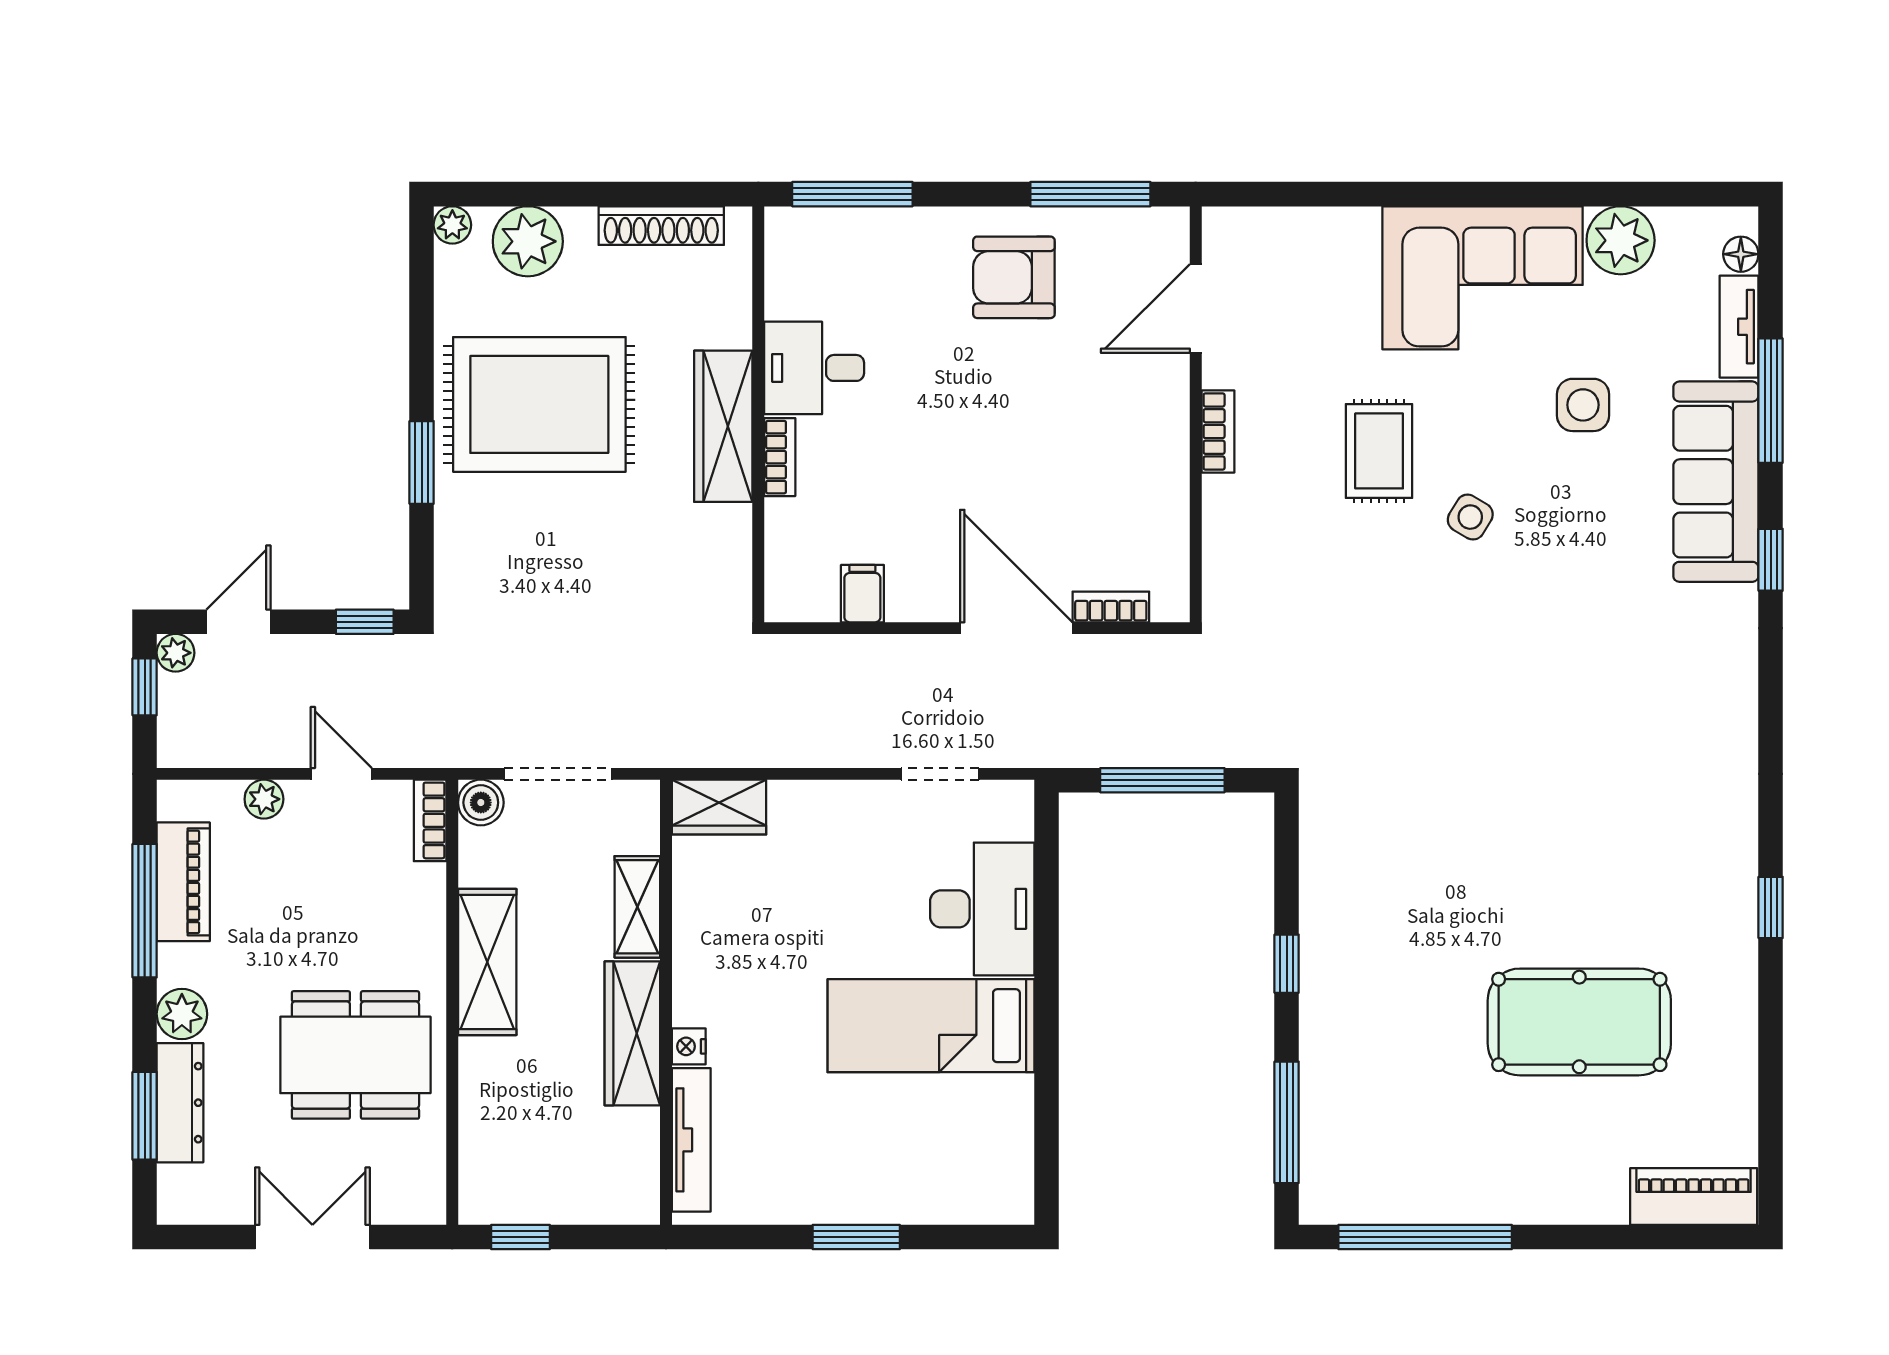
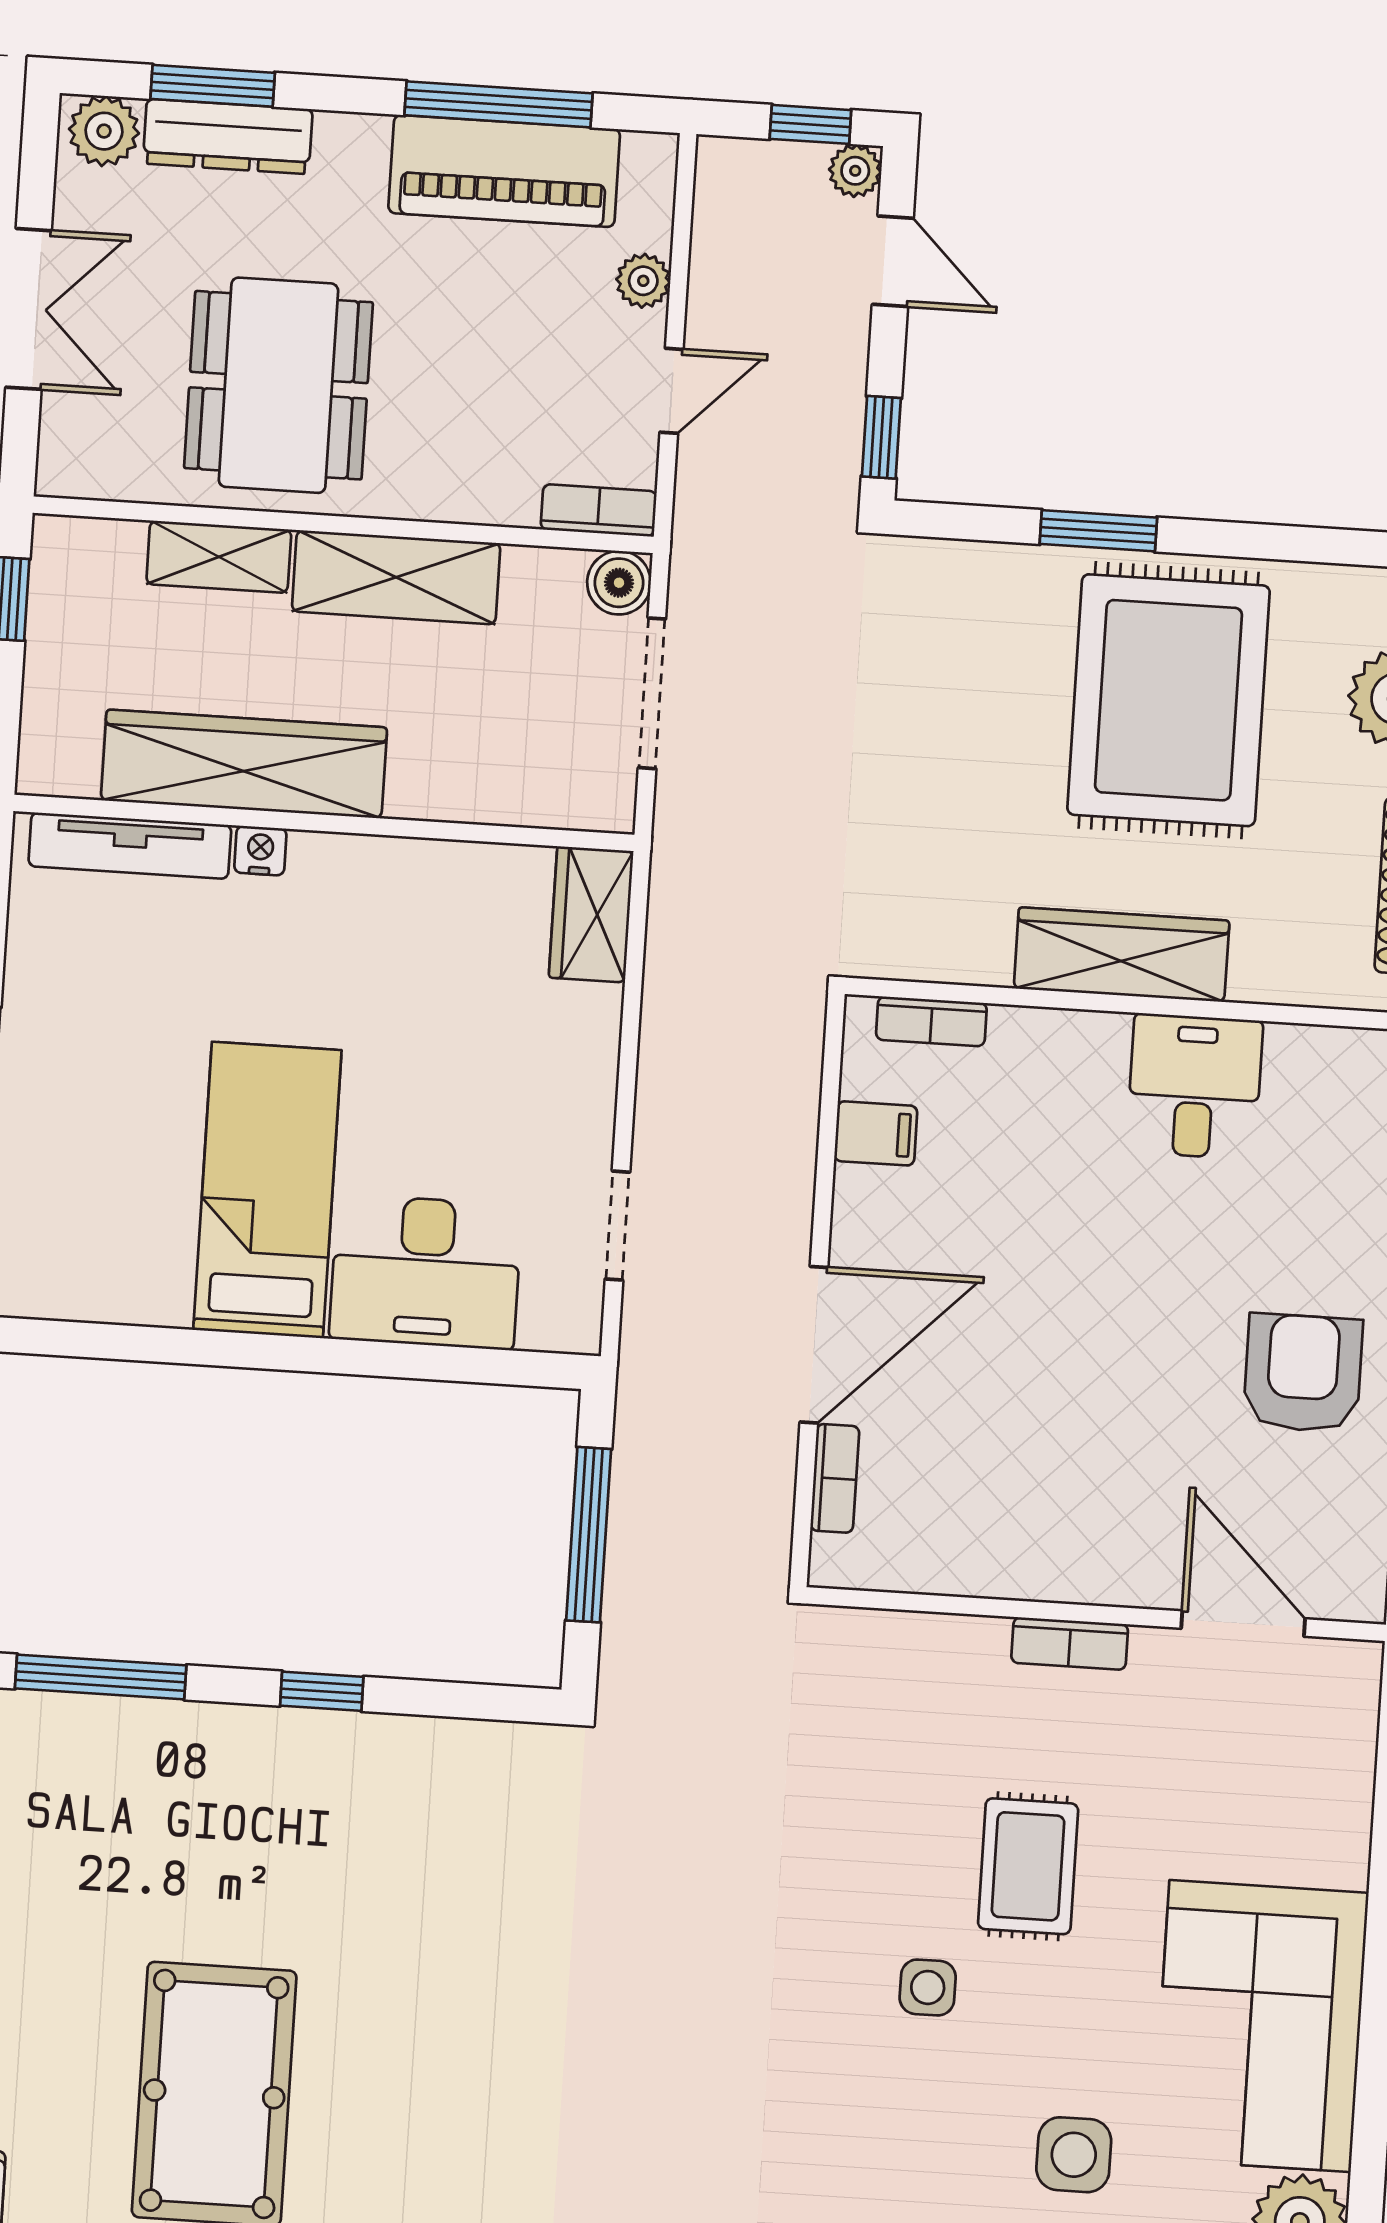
rug: (1379, 451) -> (1028, 1866), turned 90
bookcase: (780, 457) -> (931, 1021), moved
side table: (1470, 517) -> (928, 1987), turned -31
piano: (183, 882) -> (504, 171), width x1.37, depth x1.33
shelving: (637, 907) -> (219, 557), moved
plant: (182, 1014) -> (104, 131), moved
wardrobe: (632, 1033) -> (244, 764), width x1.40, depth x1.17

